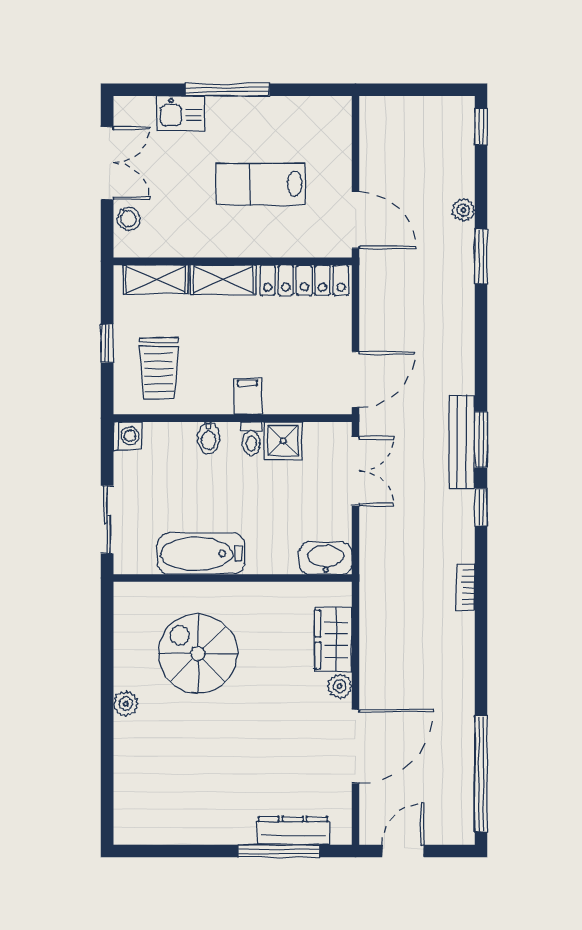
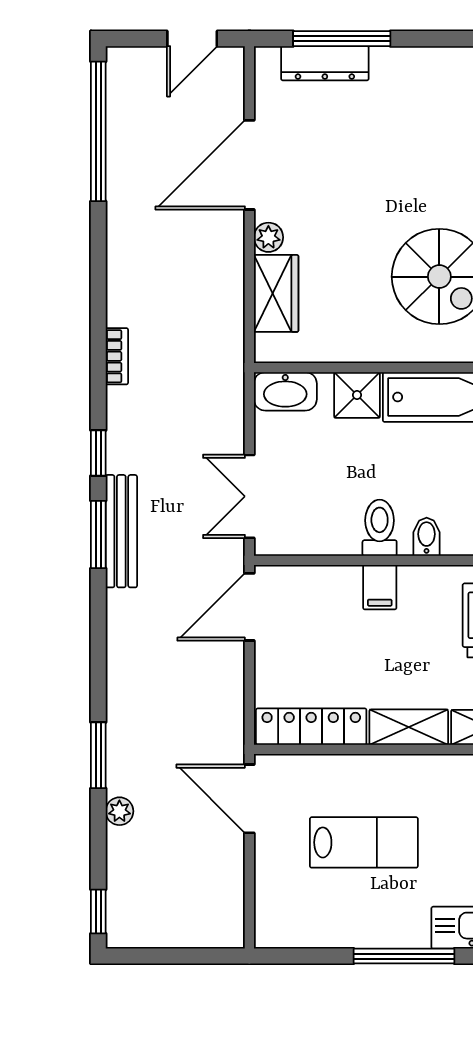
toilet: (251, 439) -> (380, 528), width x1.37, depth x1.39
shower: (283, 441) -> (357, 395), moved

